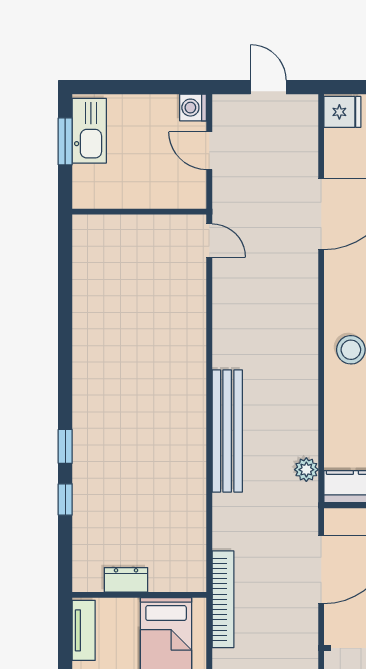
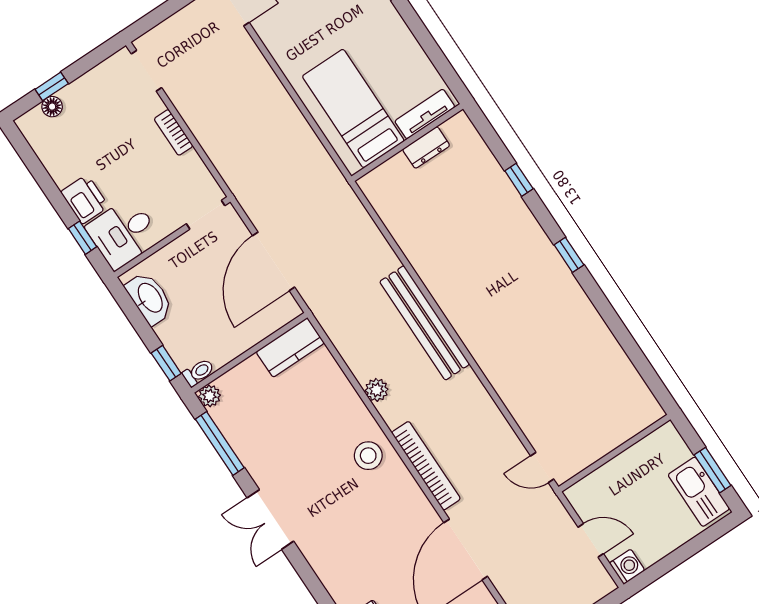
window: (65, 446) -> (569, 255), moved
plant: (306, 470) -> (377, 390), moved
bookcase: (223, 599) -> (426, 466), moved, turned 180
tv unit: (84, 630) -> (425, 114), moved, turned 90

